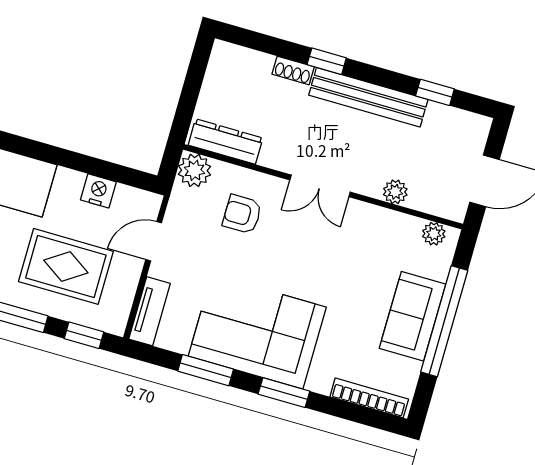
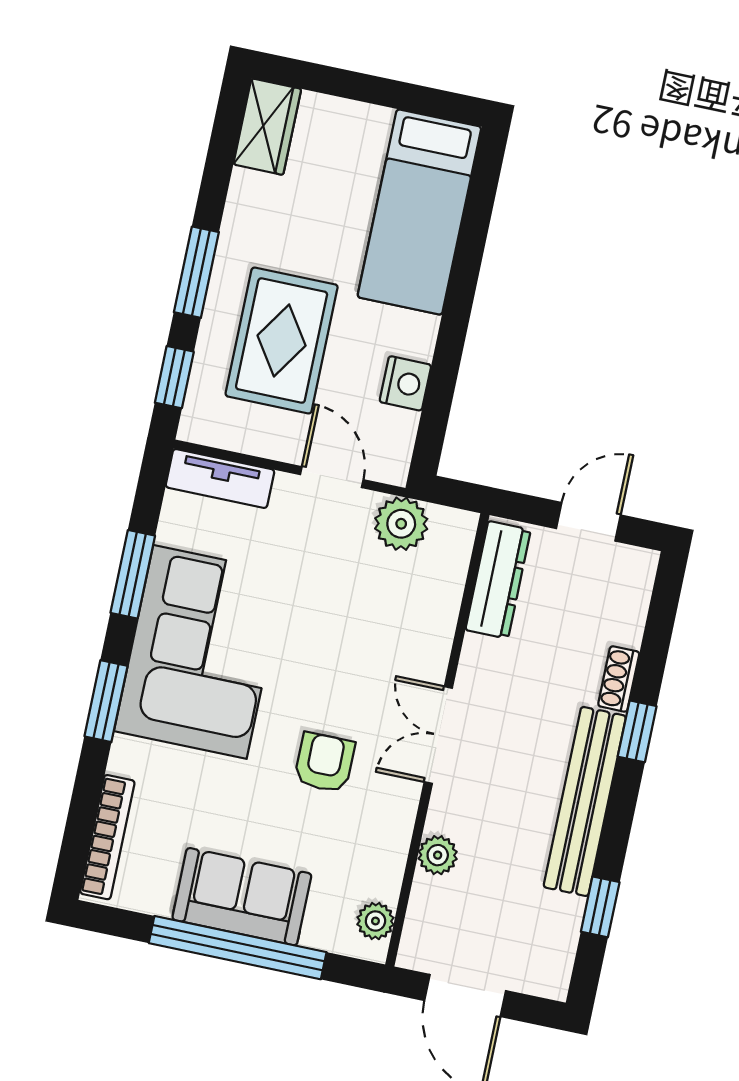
door: (193, 82) -> (588, 522), added
plant: (194, 170) -> (401, 524), moved
armchair: (242, 214) -> (324, 762), moved

